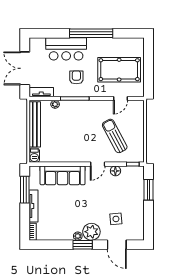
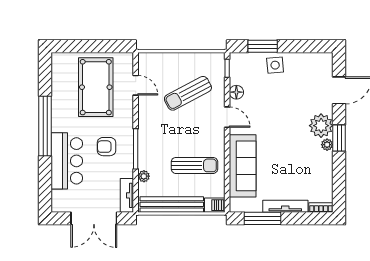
sun lounger: (63, 141) -> (194, 165), added
side table: (116, 219) -> (275, 65), moved

